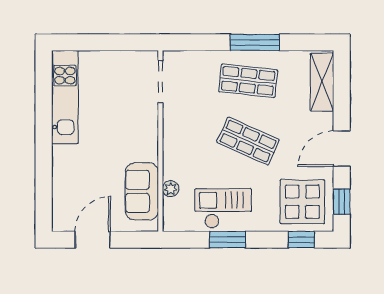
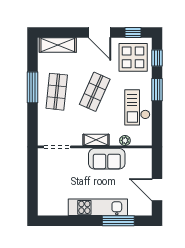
kitchen unit: (65, 97) -> (98, 207), moved
shelving: (172, 143) -> (96, 140), added
window: (44, 178) -> (118, 221), added
sofa: (142, 191) -> (107, 159), moved
window: (227, 240) -> (157, 90), moved

